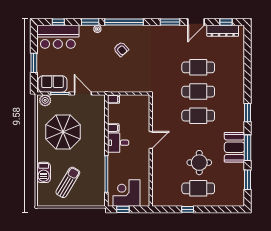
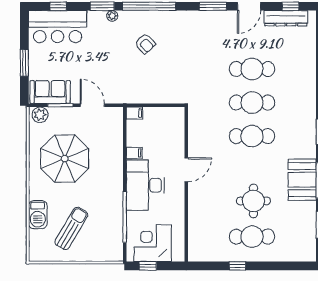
desk: (118, 143) -> (145, 185), width x1.87, depth x1.30

